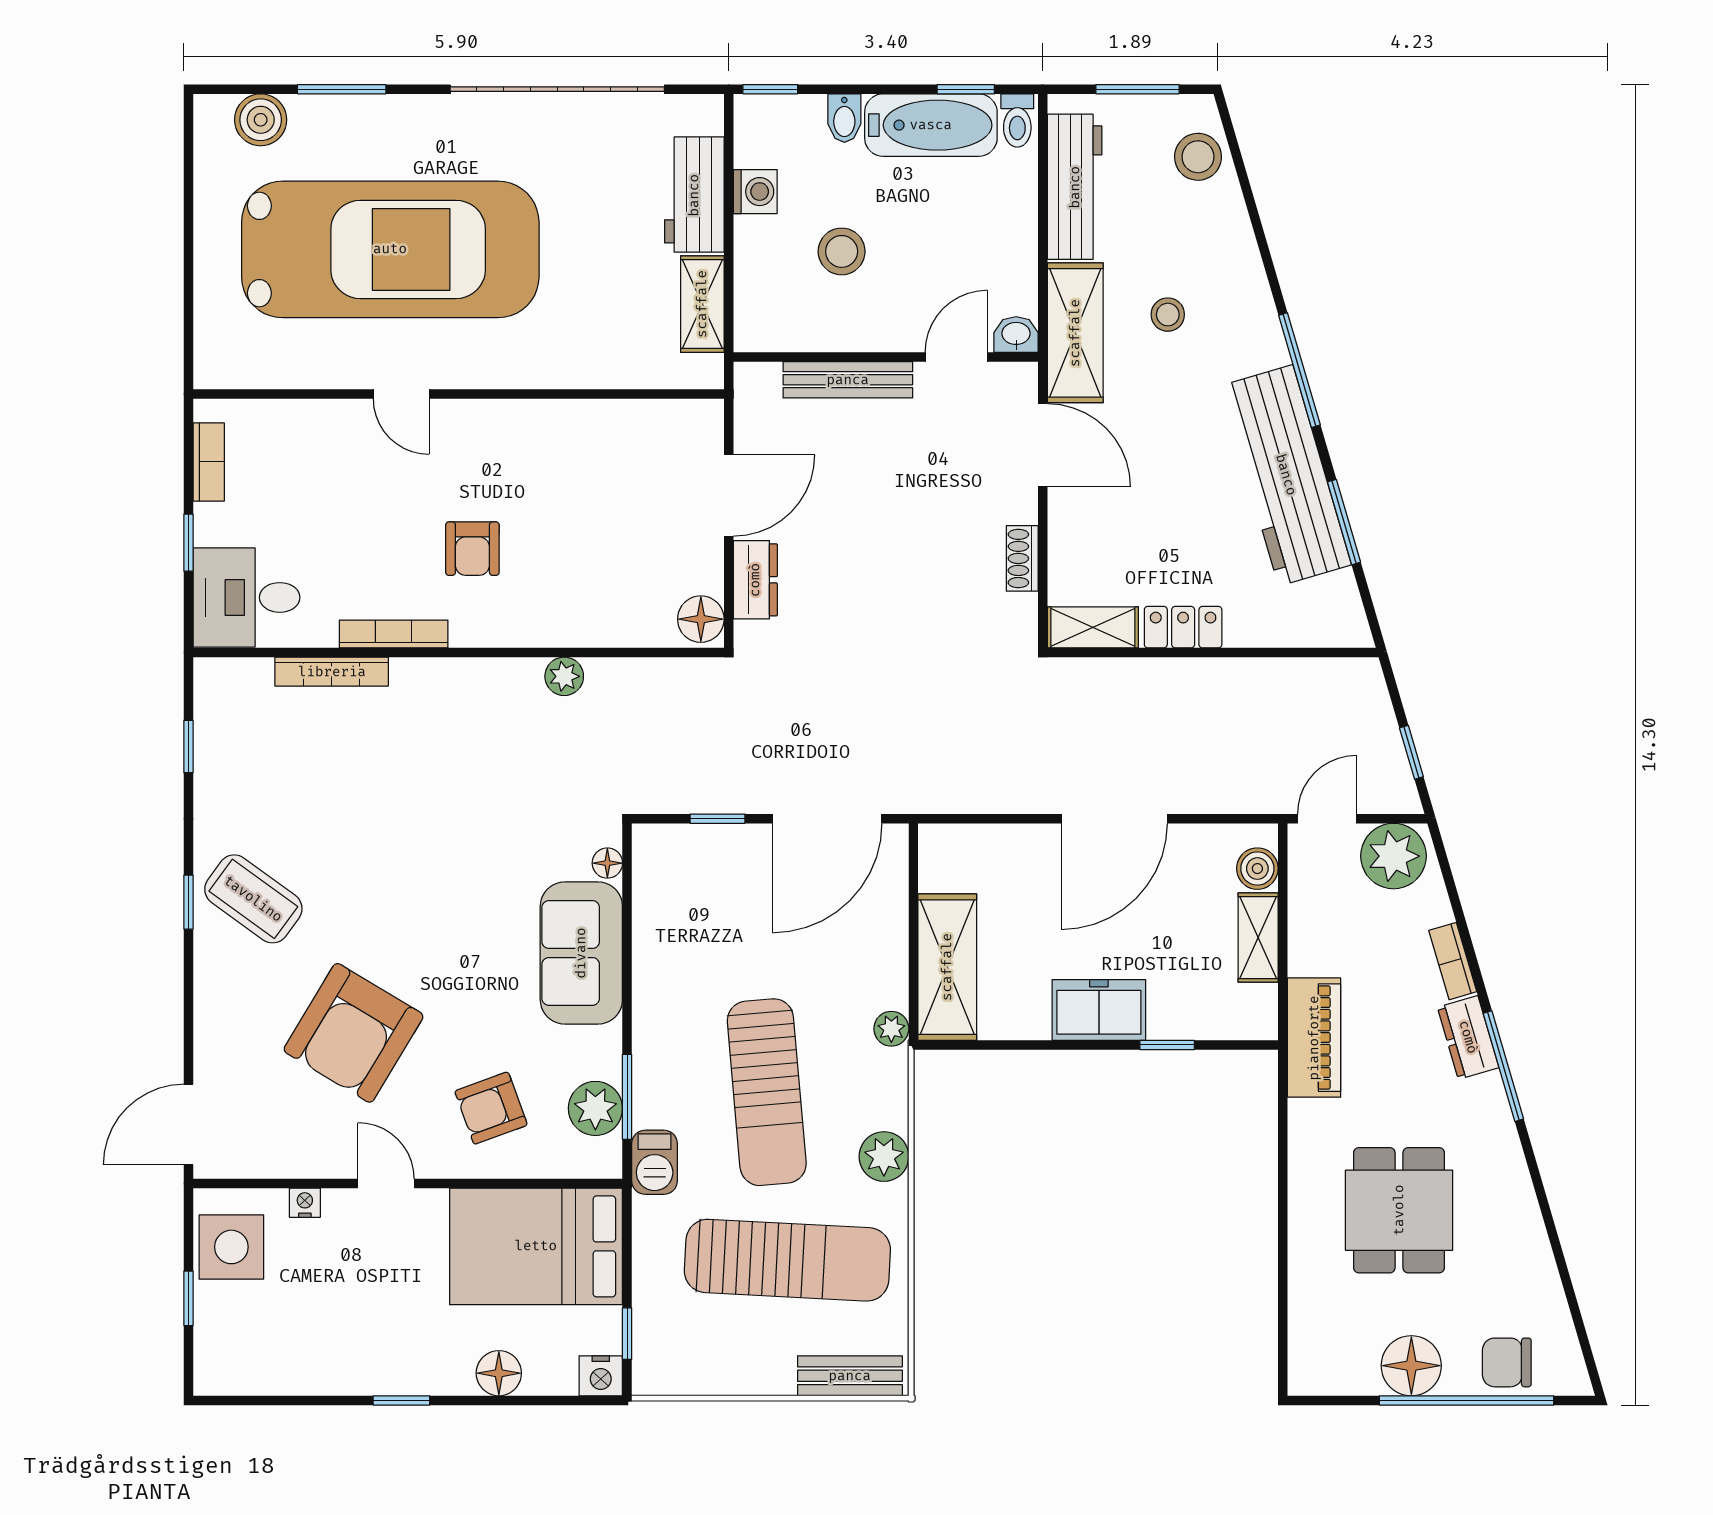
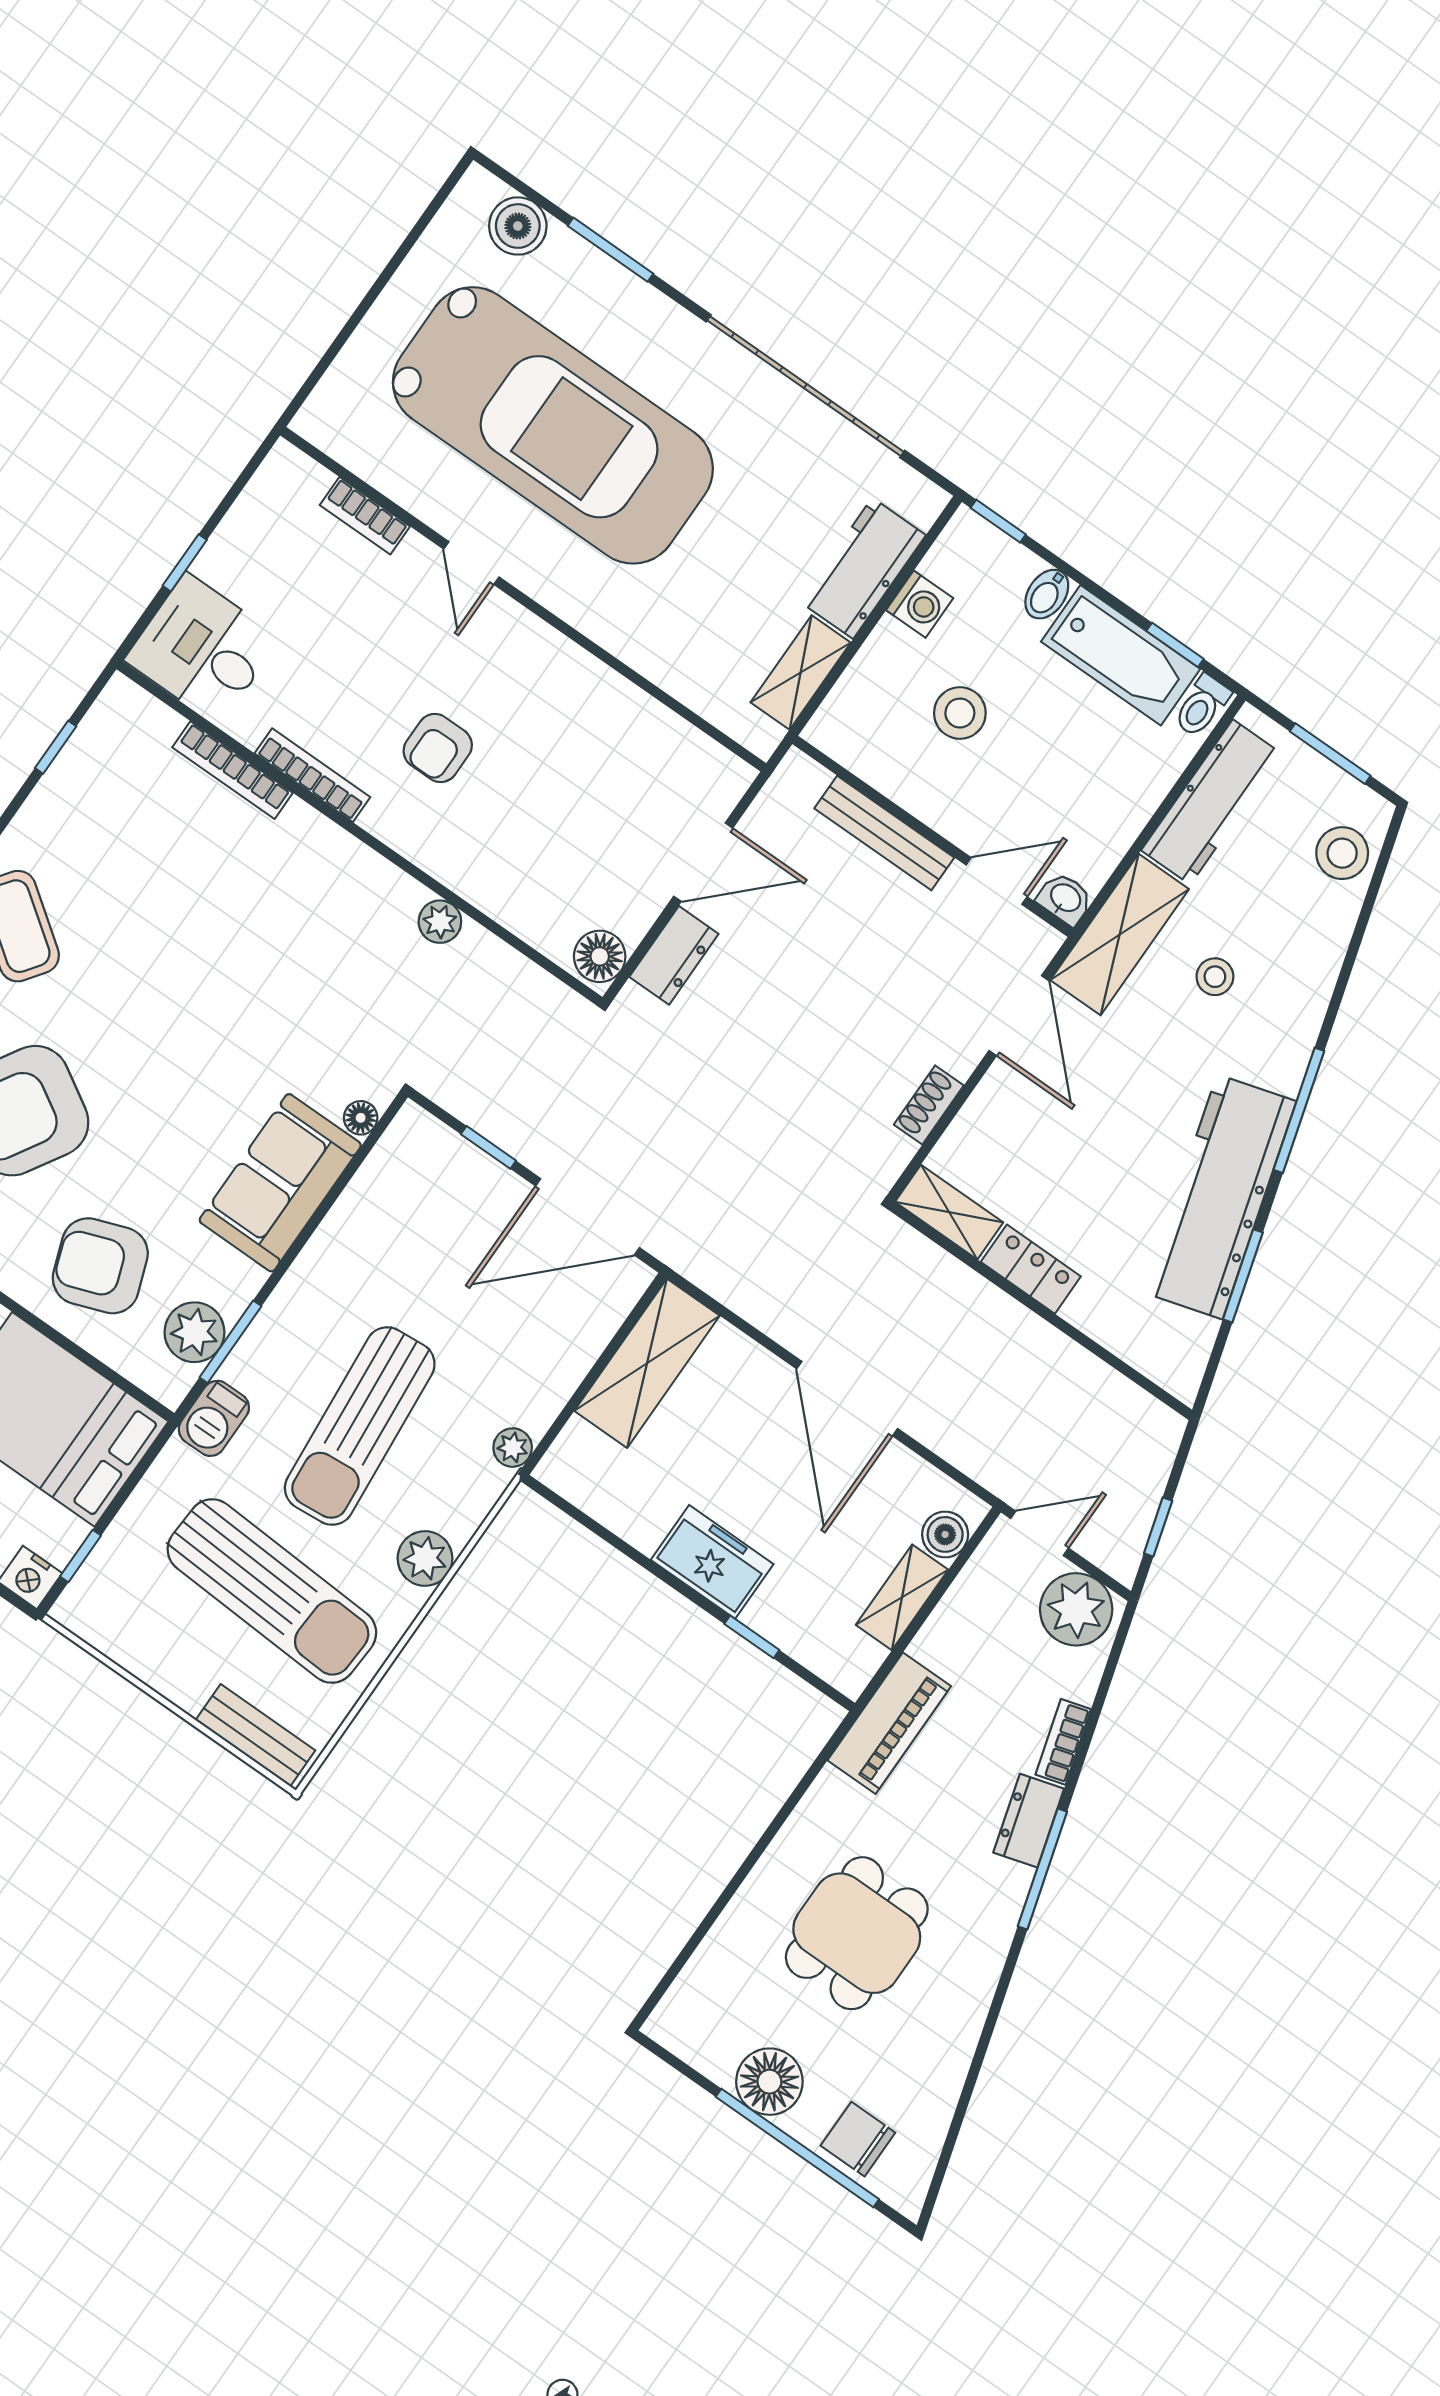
bookcase: (209, 462) -> (365, 516), moved, turned 90
door: (1114, 819) -> (847, 1399), hinge flipped
shelving: (947, 967) -> (647, 1363), moved
armchair: (491, 1108) -> (100, 1266), width x1.38, depth x1.38

